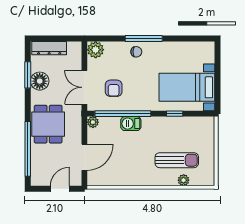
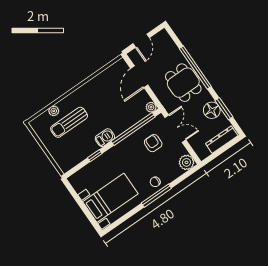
bed with nightstands: (187, 87) -> (110, 198), moved
barbecue: (131, 124) -> (105, 138), moved
window: (28, 149) -> (195, 67), moved

